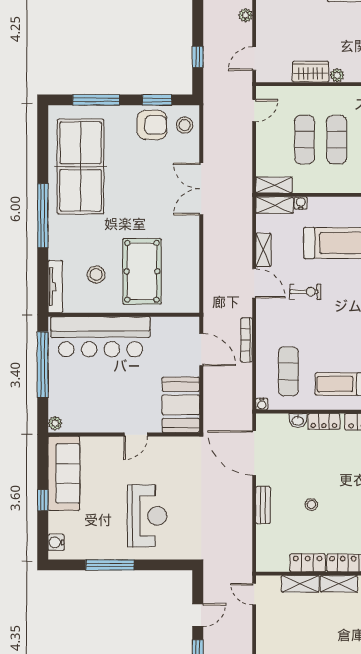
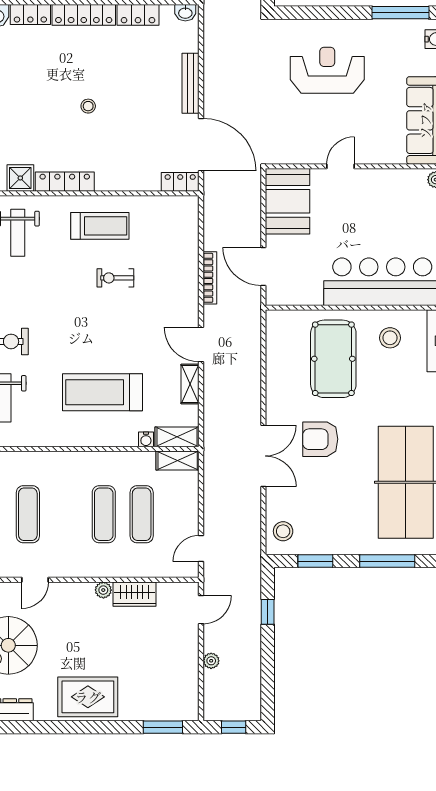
armchair: (152, 125) -> (320, 439), moved
stool: (96, 274) -> (390, 338), moved
exercise bike: (305, 292) -> (115, 278), moved
exercise mat: (288, 371) -> (161, 241), removed
water cooler: (262, 404) -> (192, 202), removed
washbasin: (298, 420) -> (185, 13), moved, turned 180
locker: (324, 421) -> (180, 182), moved
bench: (263, 505) -> (191, 83), width x1.36
stool: (311, 505) -> (88, 106), moved
reception desk: (147, 516) -> (327, 70), turned 90
window: (110, 565) -> (400, 13), moved

